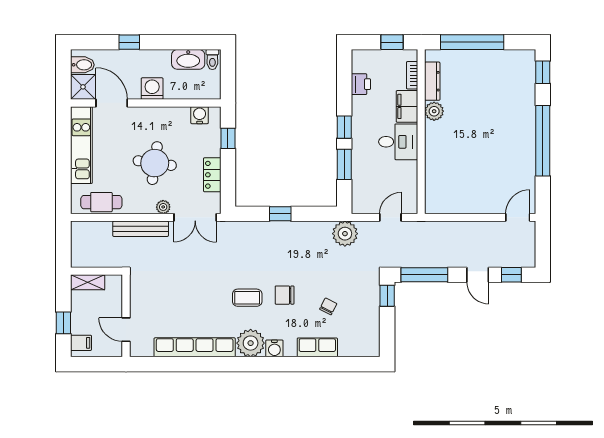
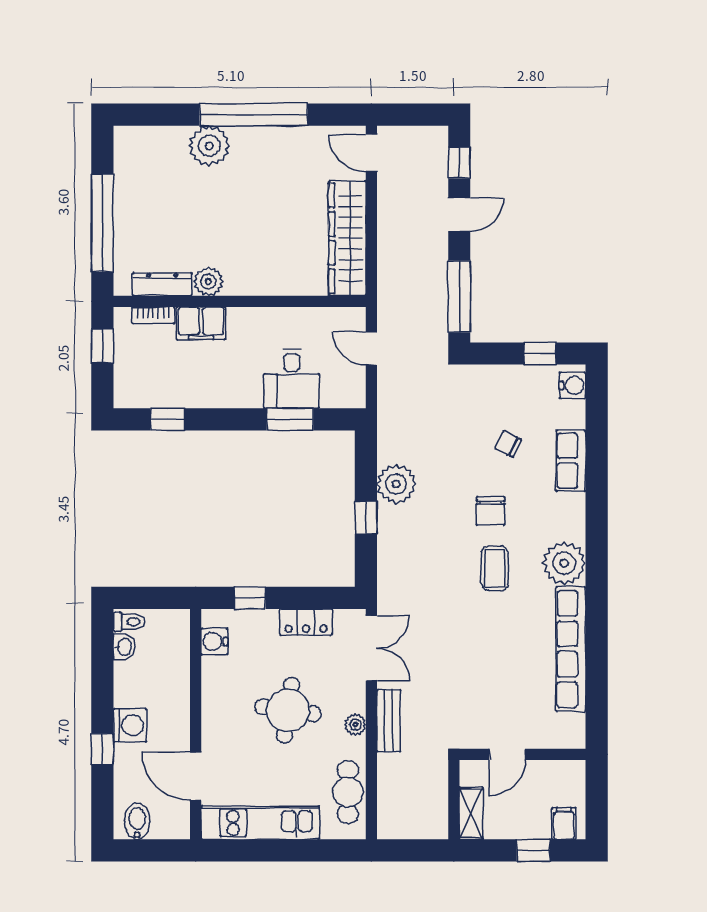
washbasin: (188, 59) -> (124, 647), width x0.52, depth x0.69
window: (543, 72) -> (149, 115), removed
printer: (361, 84) -> (167, 394), removed
shower: (83, 87) -> (171, 820), removed
washing machine: (152, 89) -> (130, 725), moved, turned 180
door: (112, 103) -> (196, 776), hinge flipped
plant: (522, 112) -> (209, 146), added
window: (344, 127) -> (168, 419), moved
desk: (398, 142) -> (292, 379), moved, turned 180
wardrobe: (462, 202) -> (347, 238), added
plant: (163, 207) -> (355, 725), moved
bench: (141, 229) -> (389, 721), width x0.73
plant: (345, 234) -> (396, 484), moved
window: (387, 296) -> (540, 354), moved
door: (126, 330) -> (507, 754), moved
water cooler: (274, 348) -> (572, 385), moved

